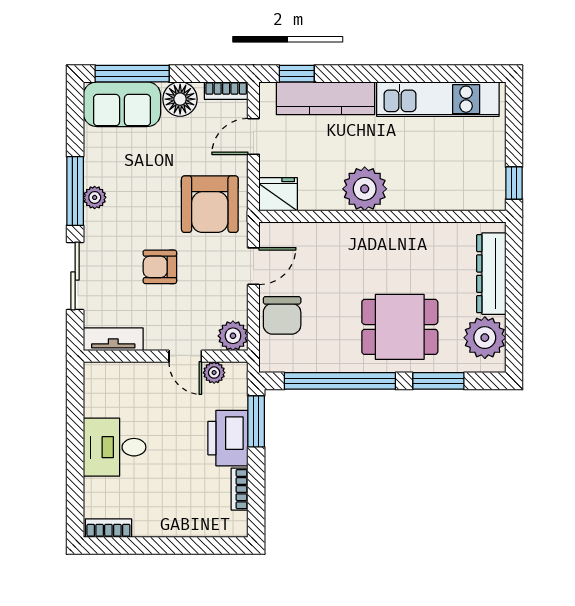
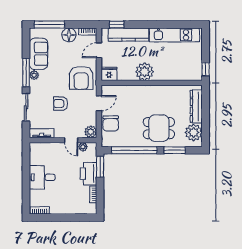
sofa: (122, 104) -> (39, 54), moved, turned -90

